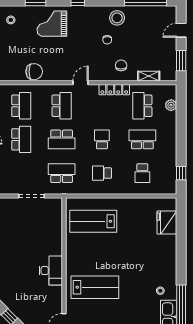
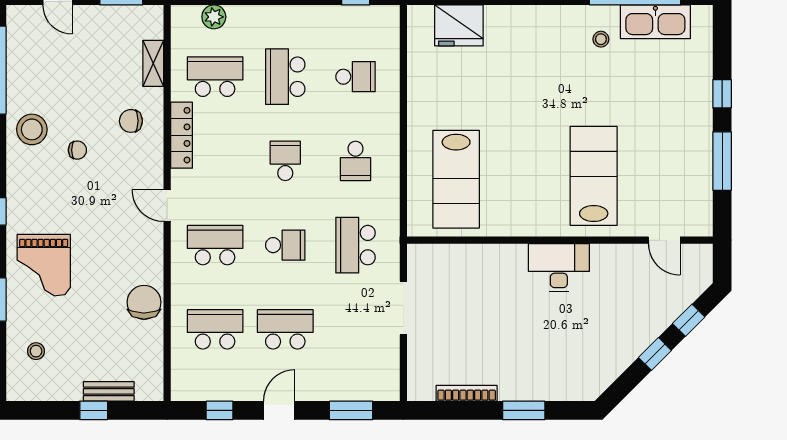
school desk: (142, 106) -> (215, 77), turned 180
school desk: (62, 139) -> (285, 245), width x0.54
school desk: (102, 139) -> (285, 161), turned 90

